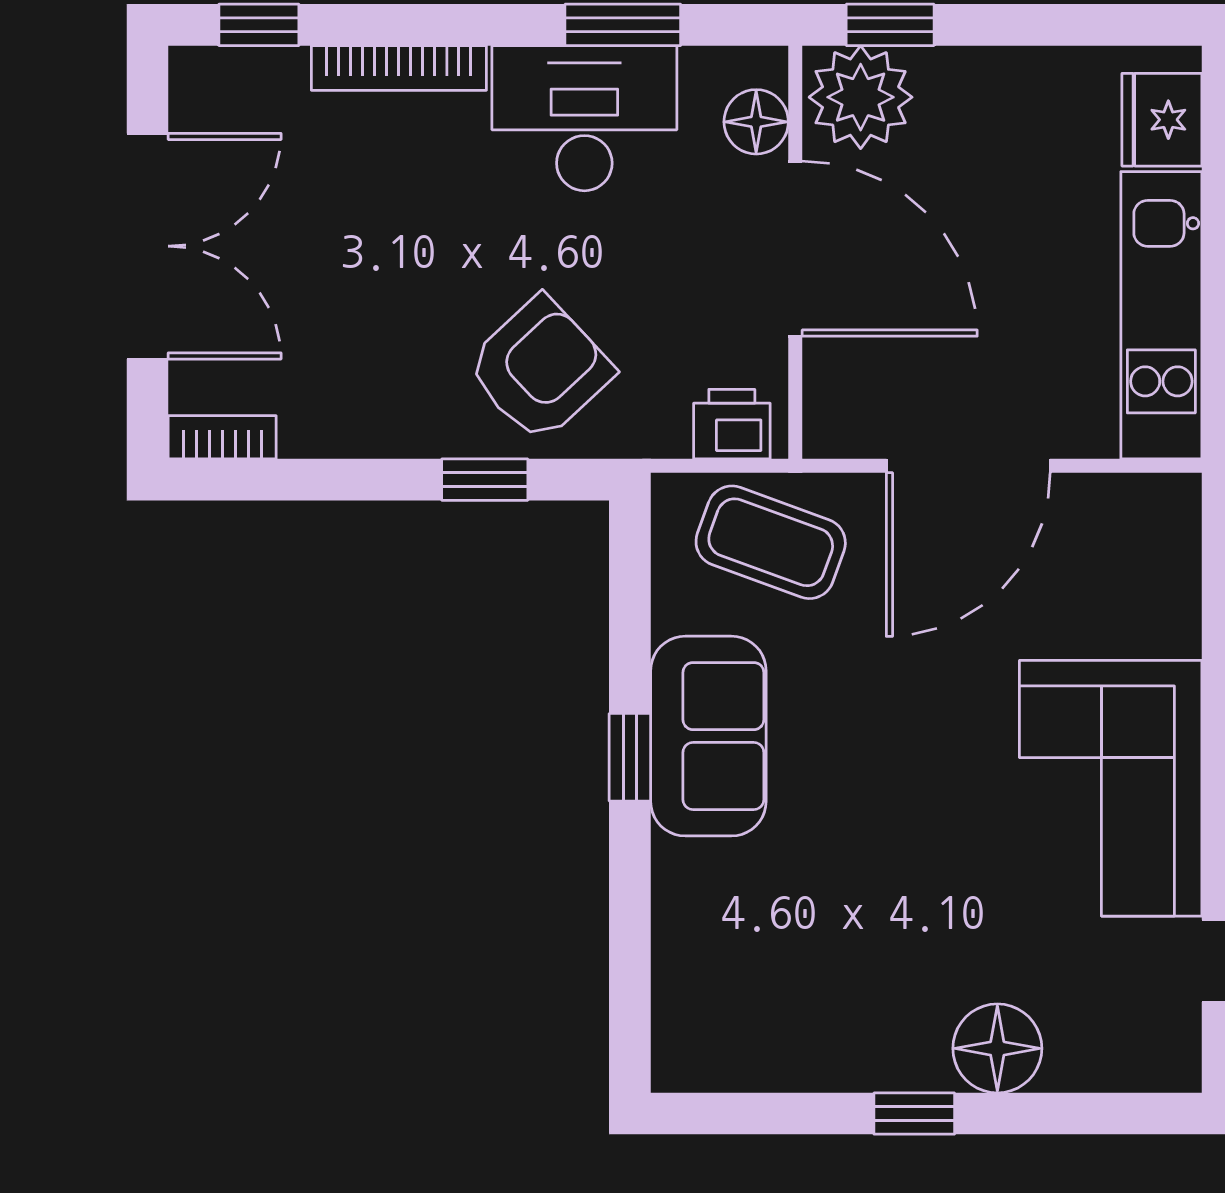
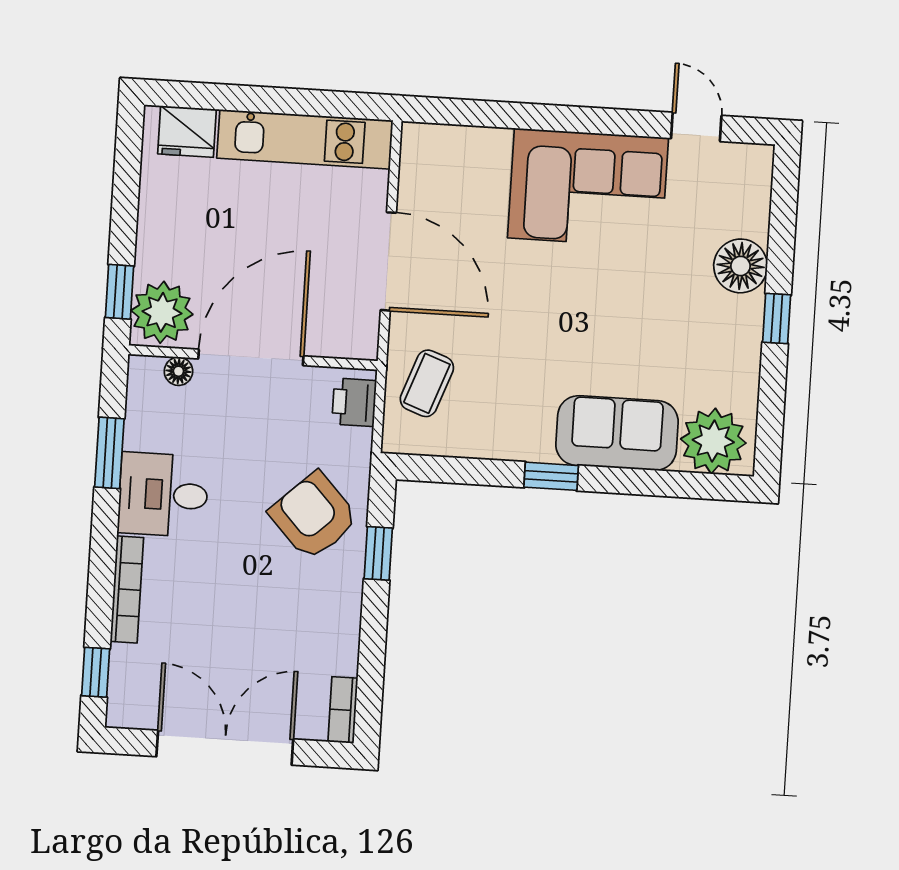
desk: (584, 118) -> (163, 495), width x0.73
floor lamp: (756, 122) -> (178, 371), width x0.73, depth x0.73
coffee table: (771, 542) -> (427, 383), width x0.73, depth x0.77
sofa: (708, 736) -> (617, 433), moved
plant: (705, 1022) -> (713, 441), added

